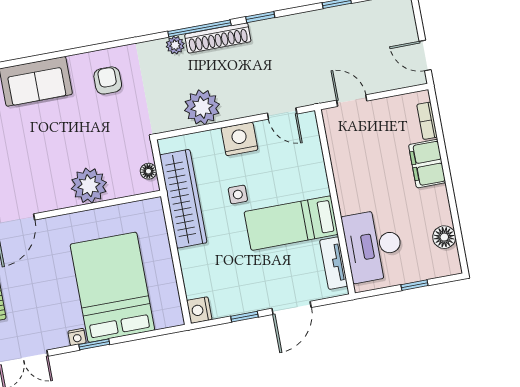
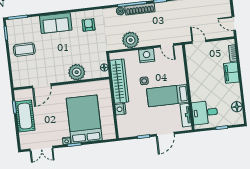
desk: (373, 246) -> (205, 113), width x0.73
nightstand: (199, 310) -> (120, 109), moved

